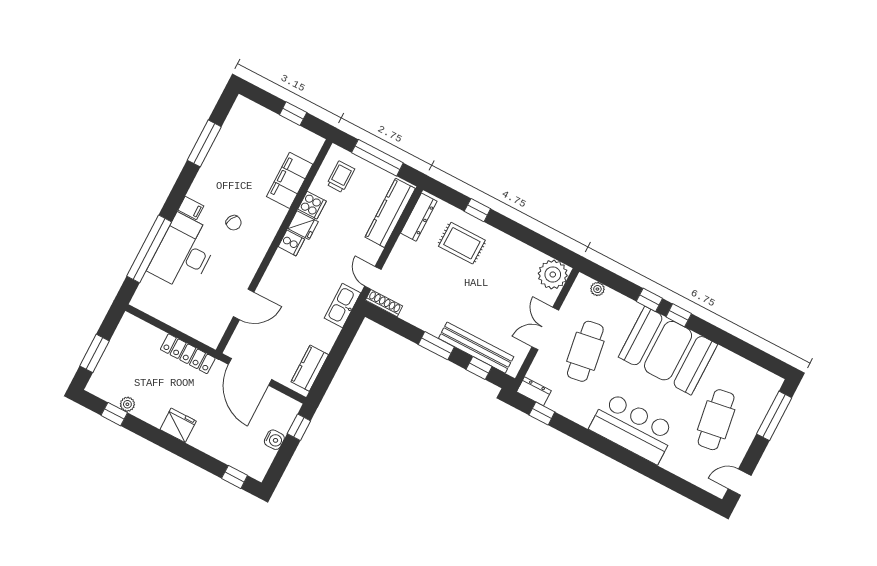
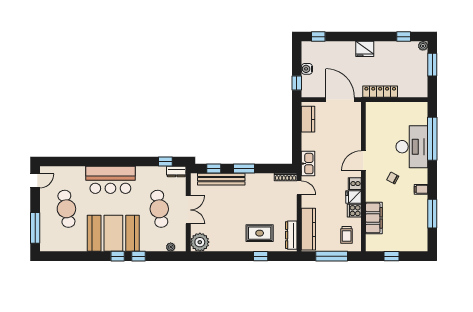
filing cabinet: (191, 208) -> (421, 189), moved
door: (244, 304) -> (363, 161), moved
plant: (127, 404) -> (423, 46), moved

